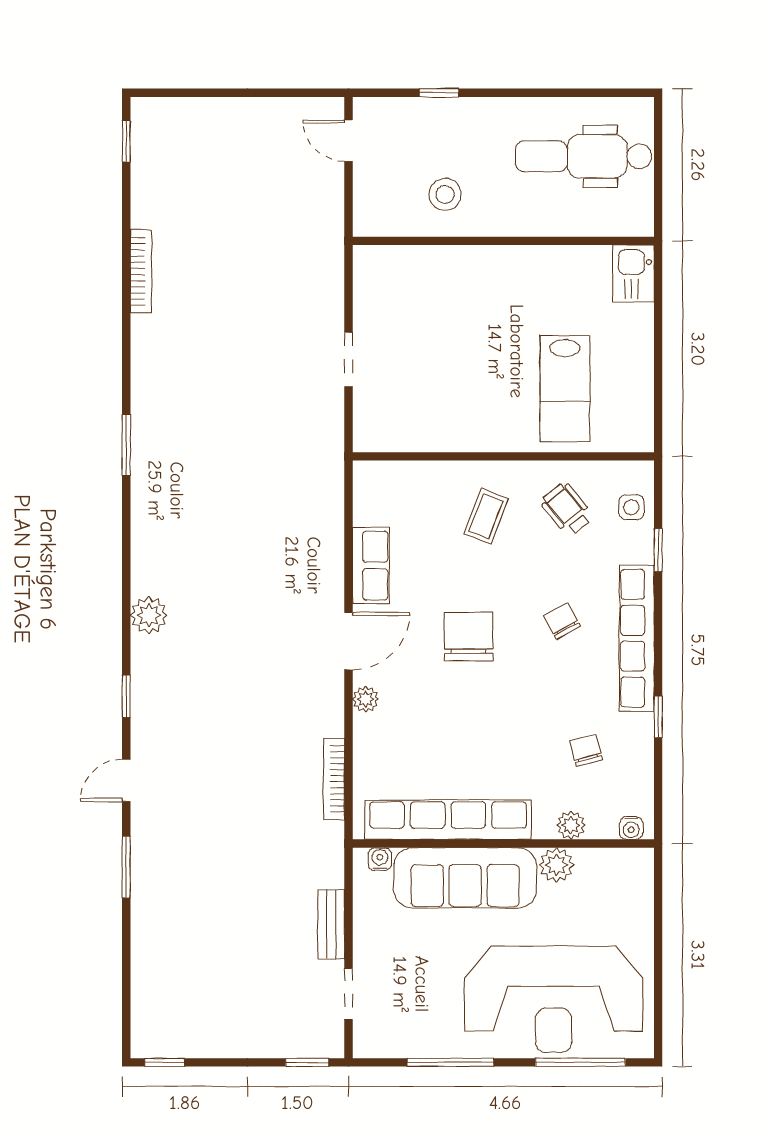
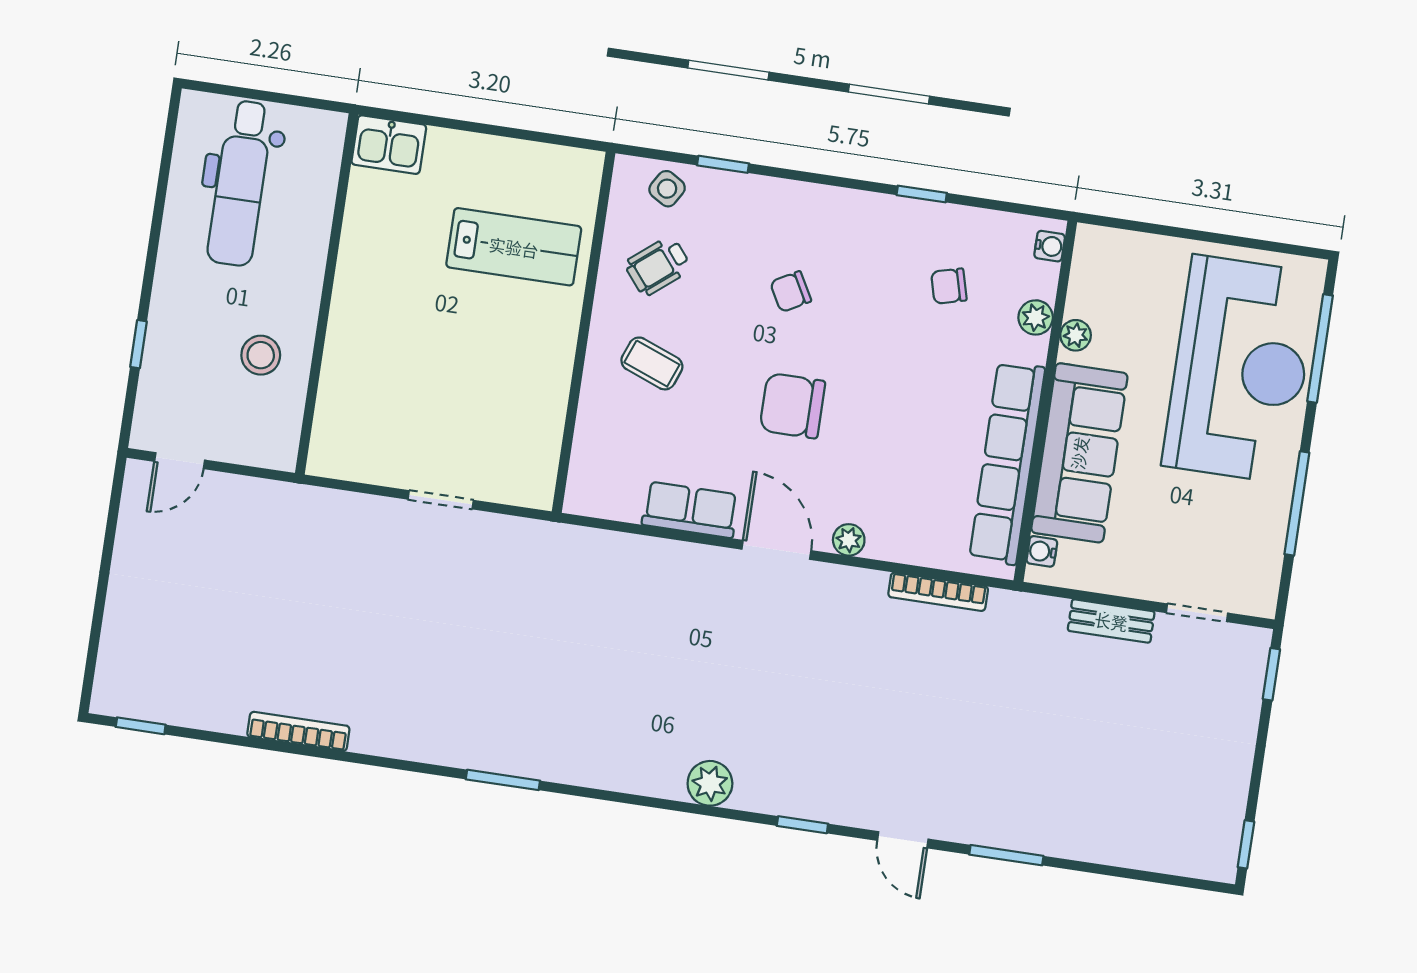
side table: (631, 507) -> (667, 189), turned 31
row of seats: (637, 638) -> (824, 206), removed
plant: (556, 865) -> (1076, 335), width x0.73, depth x0.73

